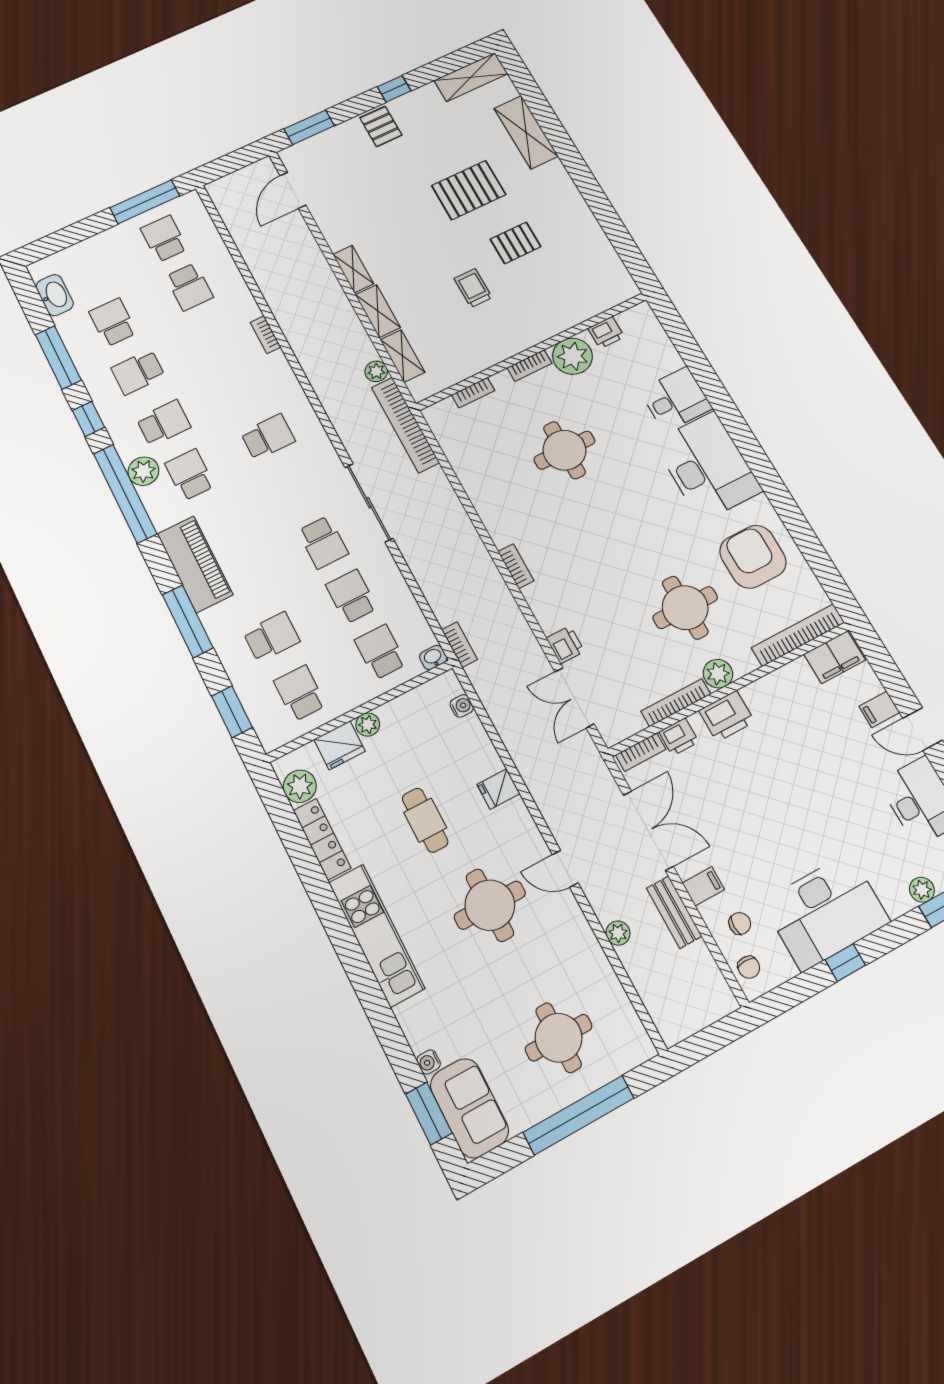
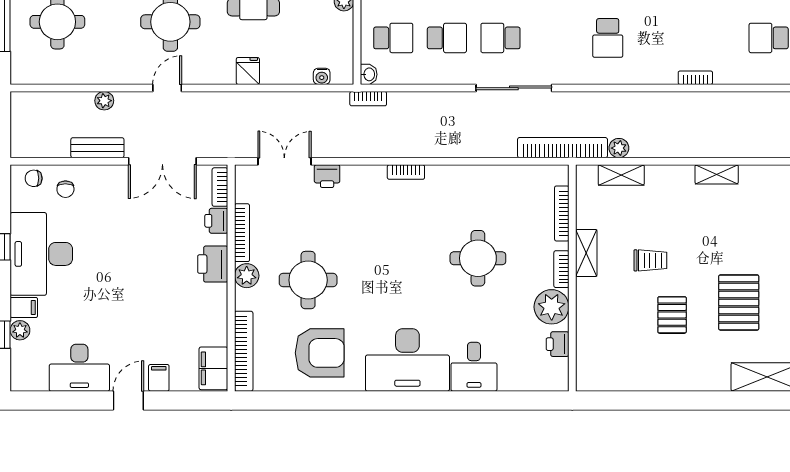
shelving: (378, 311) -> (586, 253), moved, turned 90
bookcase: (473, 393) -> (562, 213), width x1.56
filing cabinet: (703, 886) -> (24, 307), moved, turned -90

